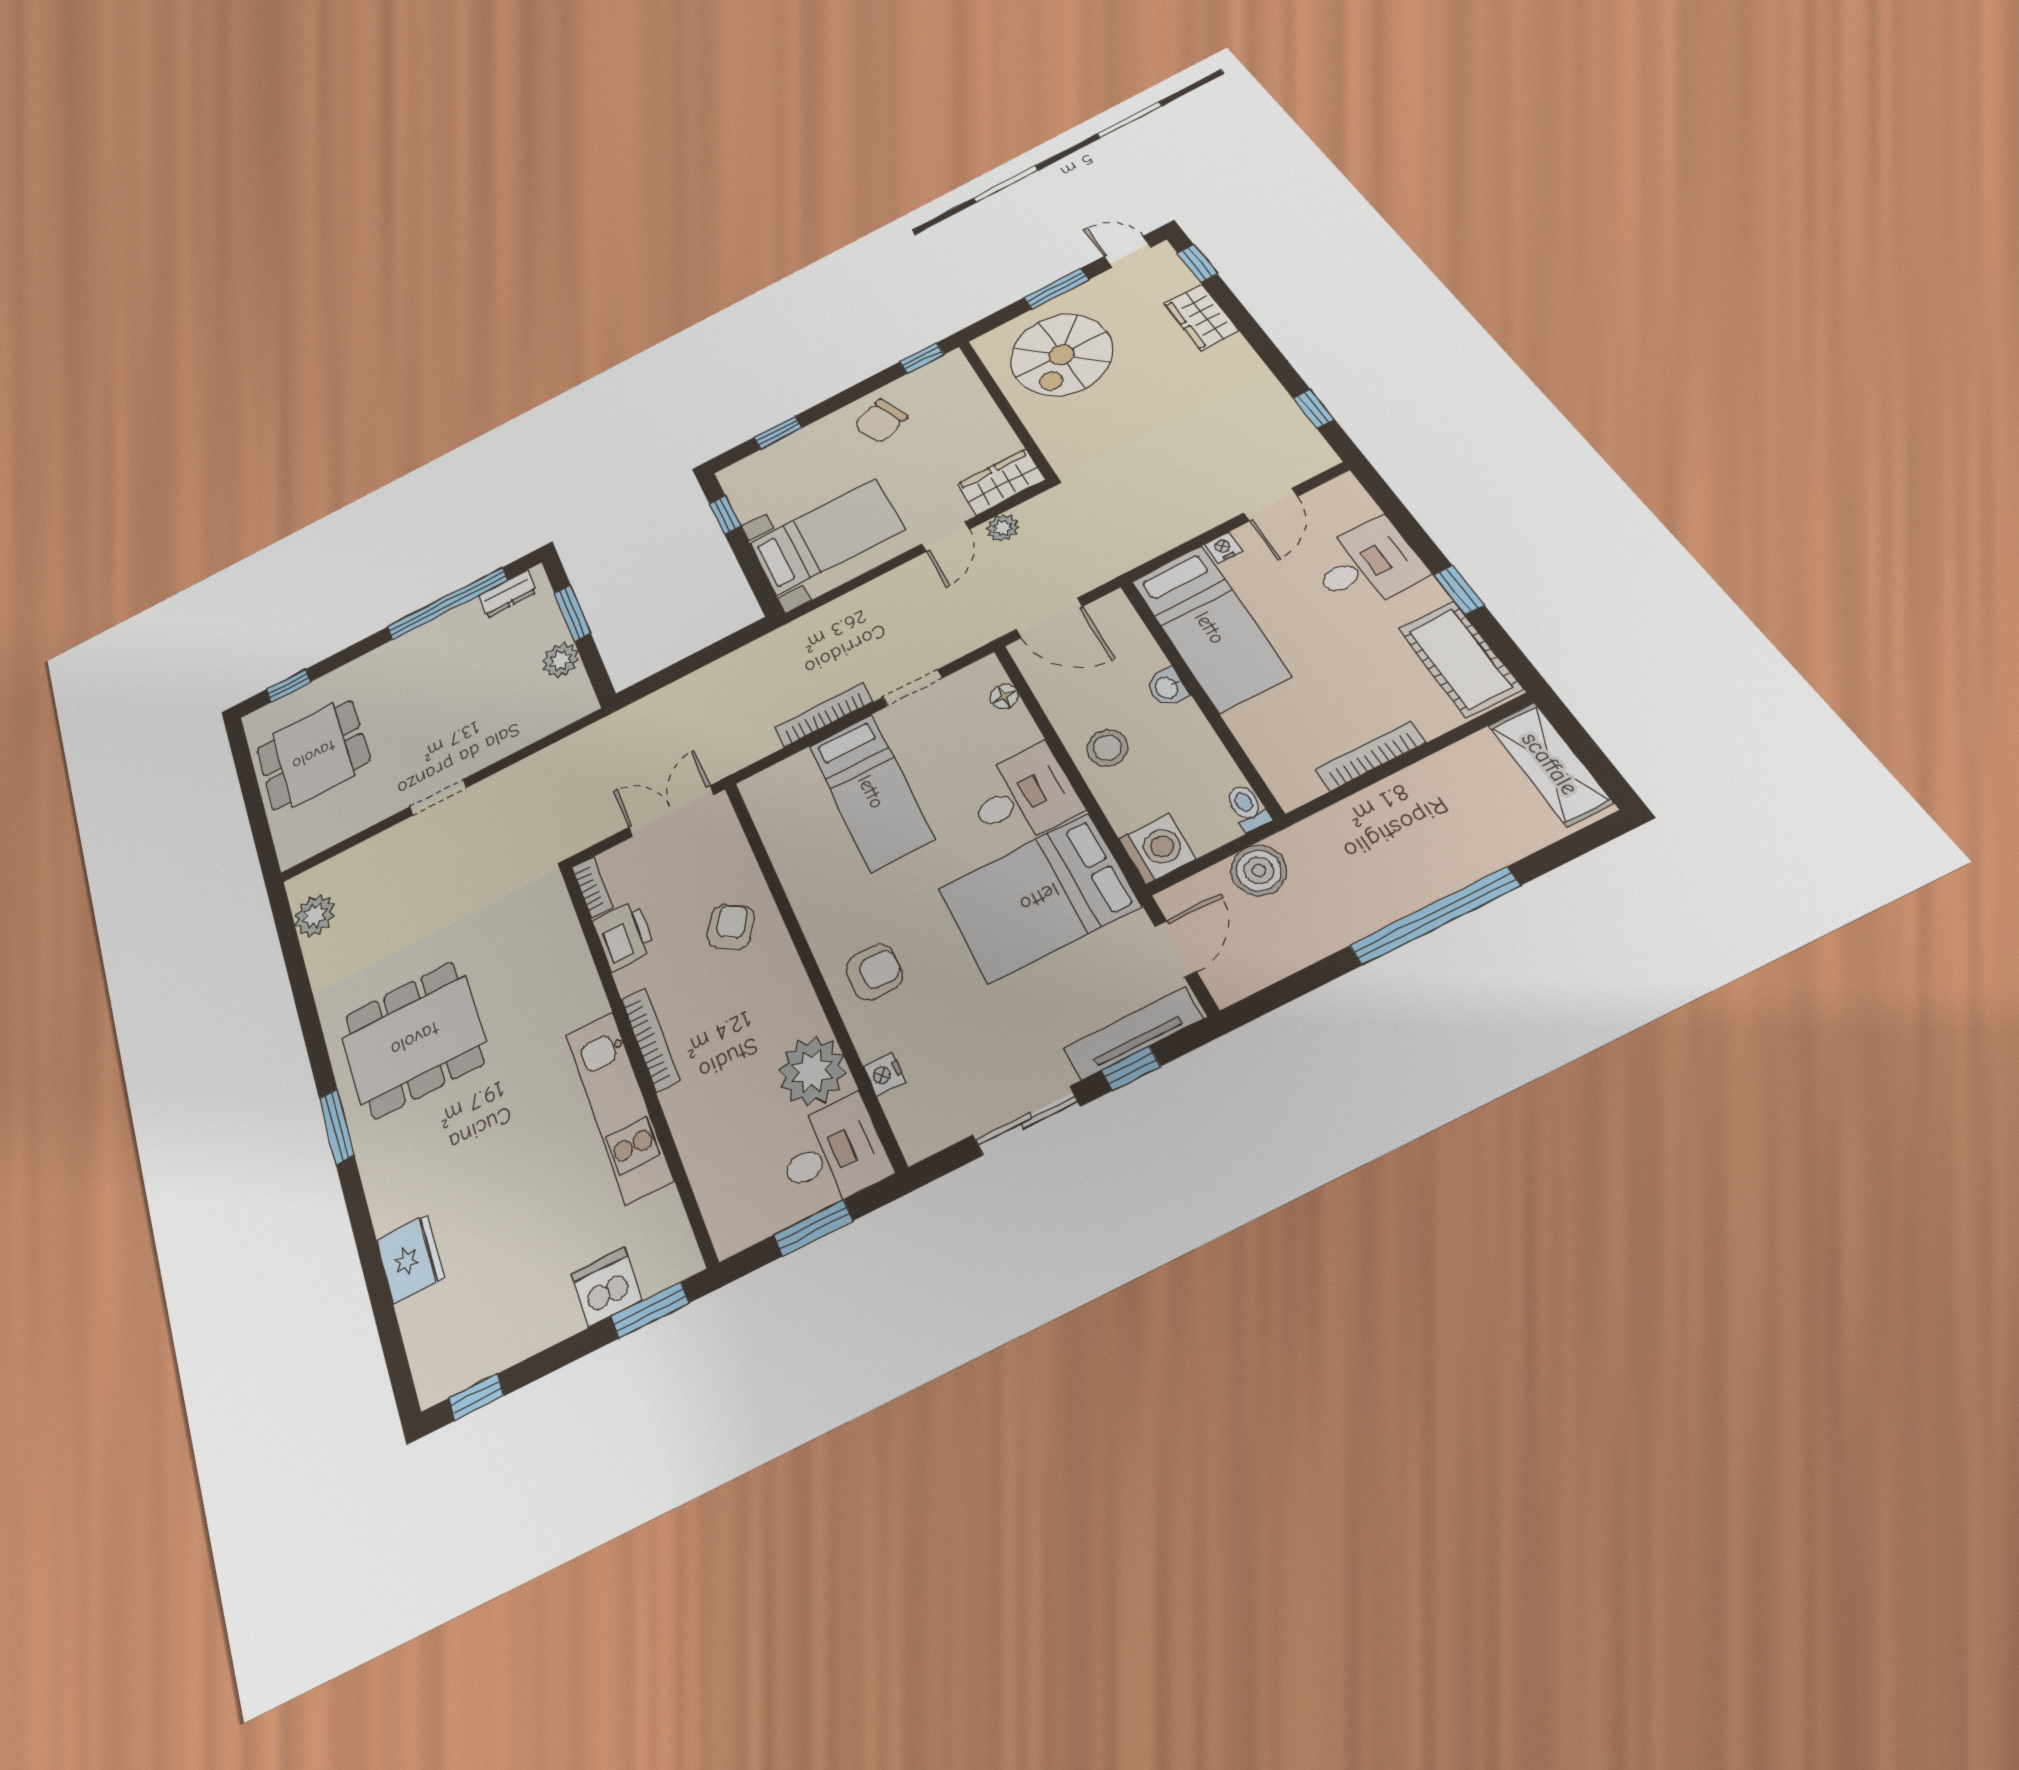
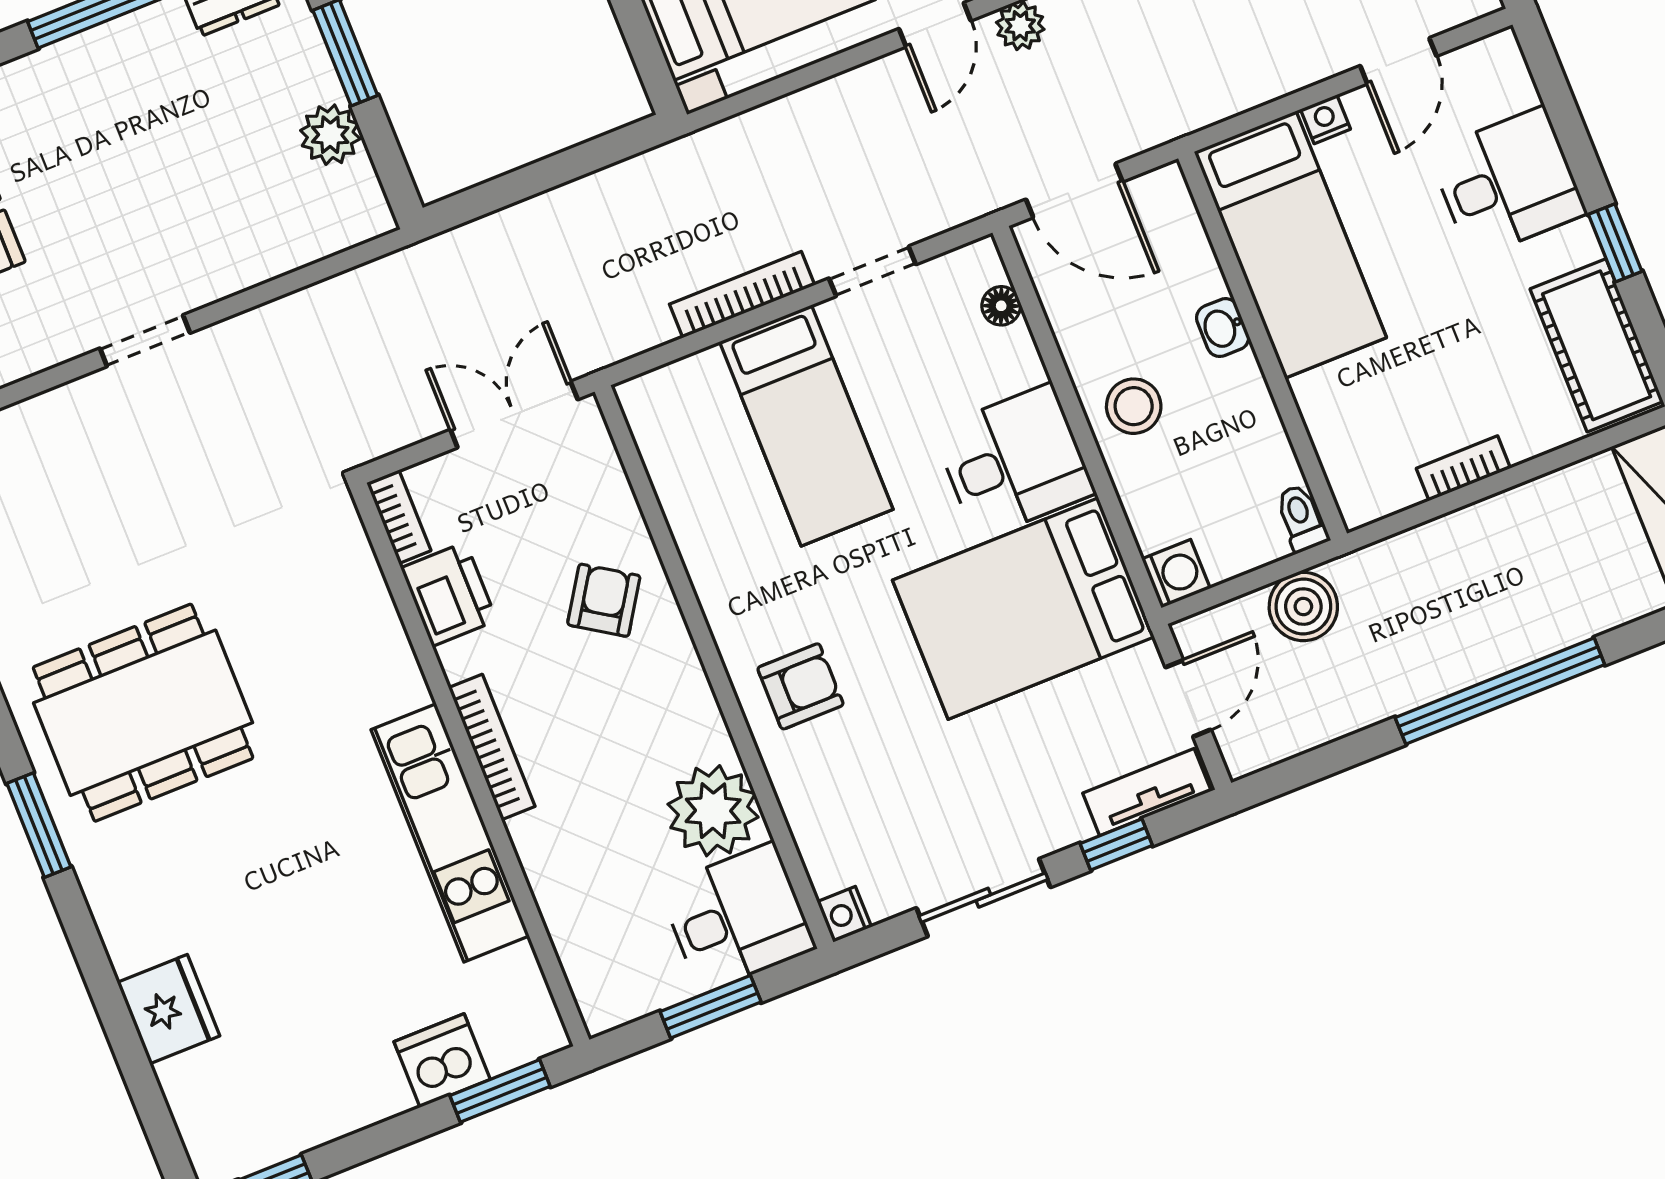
bookcase: (1371, 756) -> (1463, 468), width x0.64
washing machine: (1157, 849) -> (1176, 574), width x0.73, depth x0.73
tv unit: (1133, 1033) -> (1147, 792), width x0.71
nightstand: (884, 1074) -> (844, 914), moved

